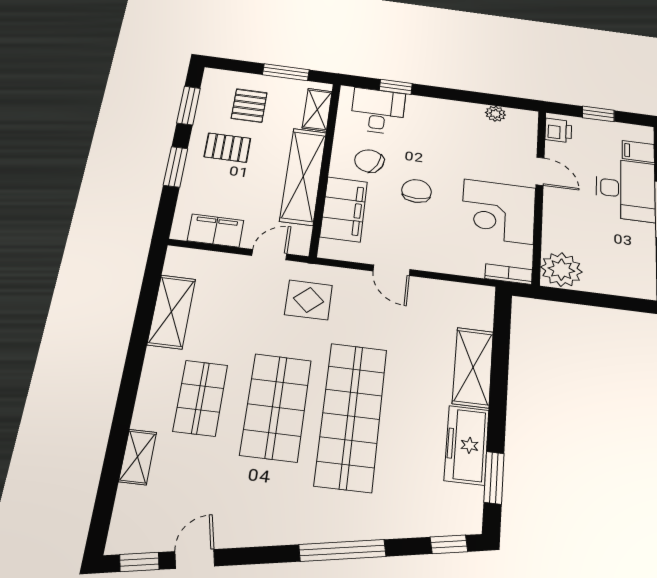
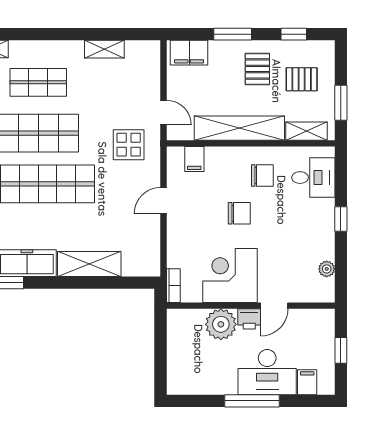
window: (396, 87) -> (341, 219), moved
window: (189, 105) -> (294, 34), width x0.67
printer: (558, 130) -> (249, 319), moved
chair: (369, 161) -> (262, 176), turned 67
filing cabinet: (344, 209) -> (194, 159), width x0.33, depth x0.86
filing cabinet: (216, 231) -> (189, 53), moved, turned 90
plant: (561, 270) -> (221, 324), moved
shelving: (171, 312) -> (104, 49), width x0.67, depth x0.75

